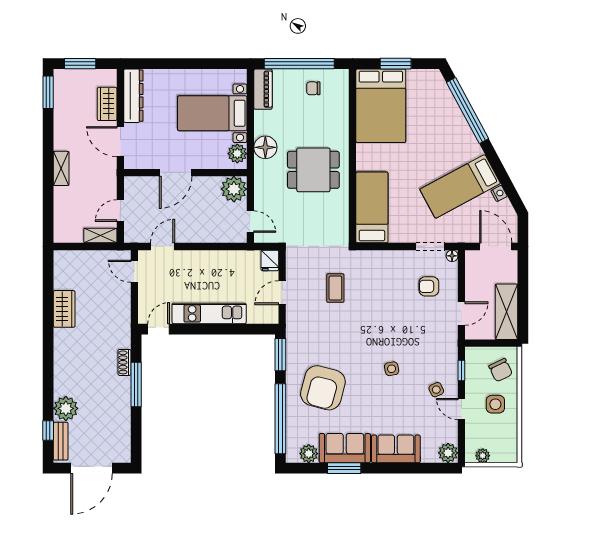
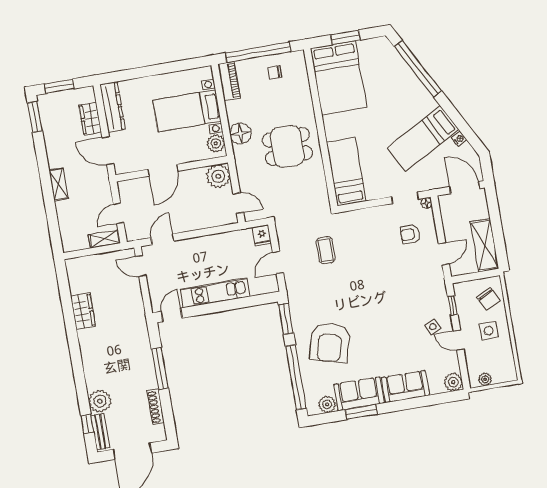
shoe rack: (124, 362) -> (156, 407), moved, width x1.43
side table: (392, 369) -> (389, 315), removed

